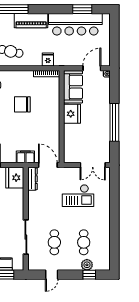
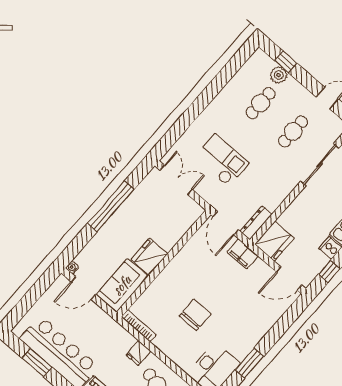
fridge: (48, 59) -> (138, 353), moved
chair: (22, 104) -> (195, 315), turned -90

